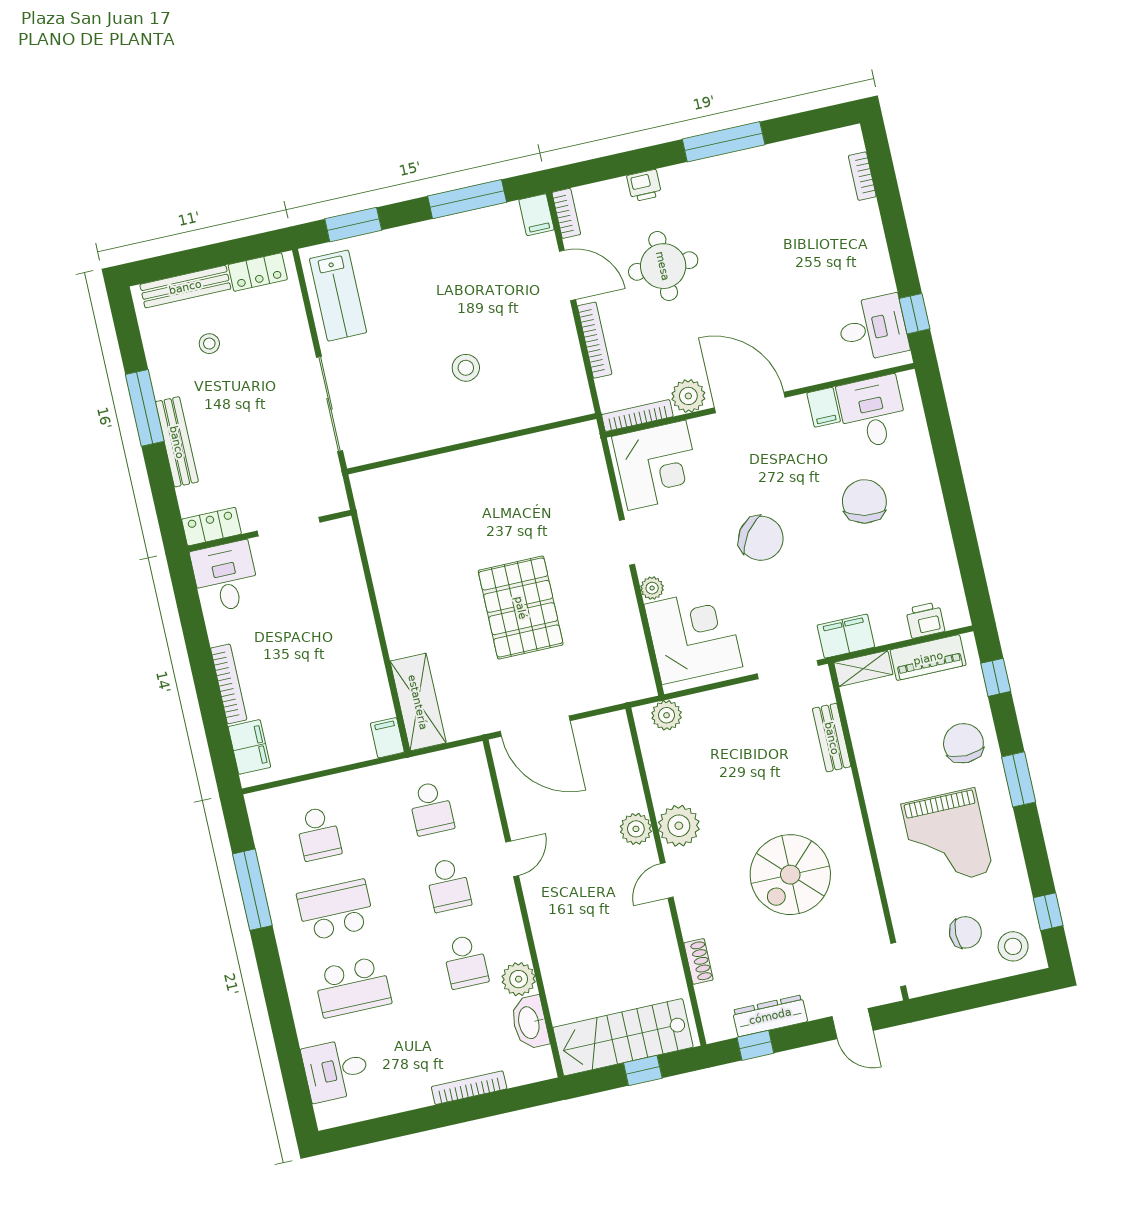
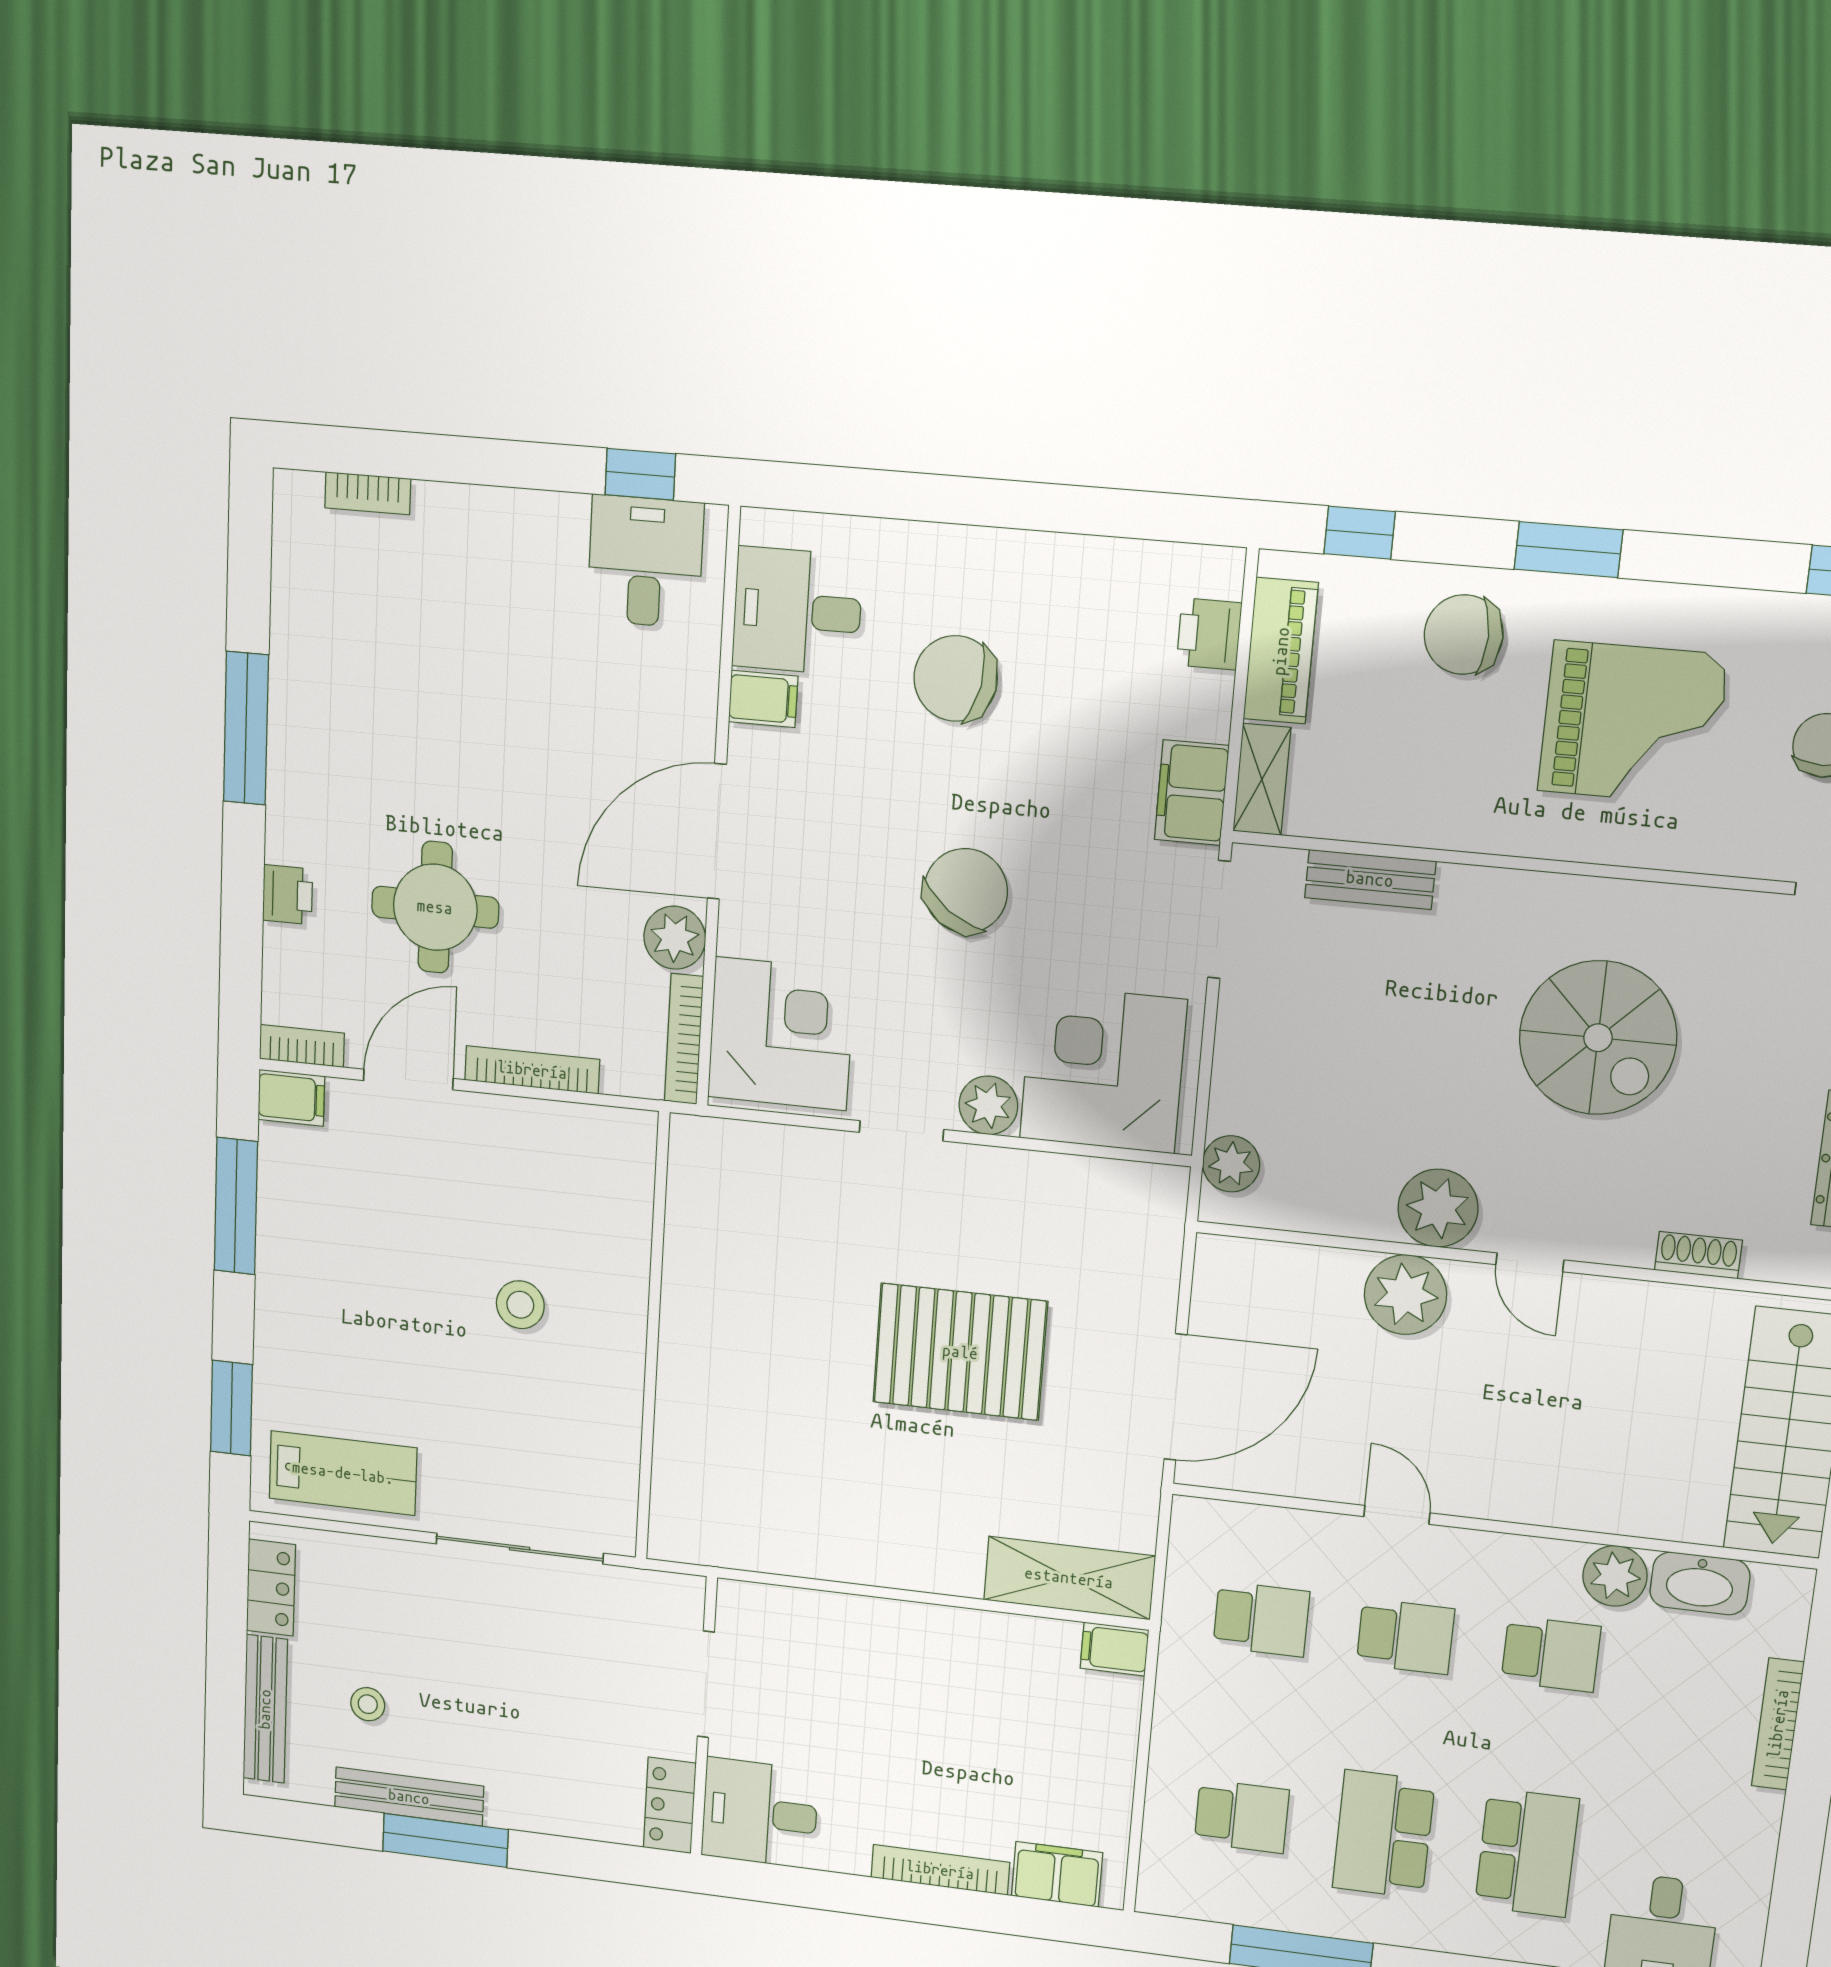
bench: (177, 442) -> (409, 1797), moved
plant: (652, 588) -> (988, 1105), width x1.38, depth x1.38
plant: (636, 829) -> (1405, 1295), width x1.36, depth x1.36

